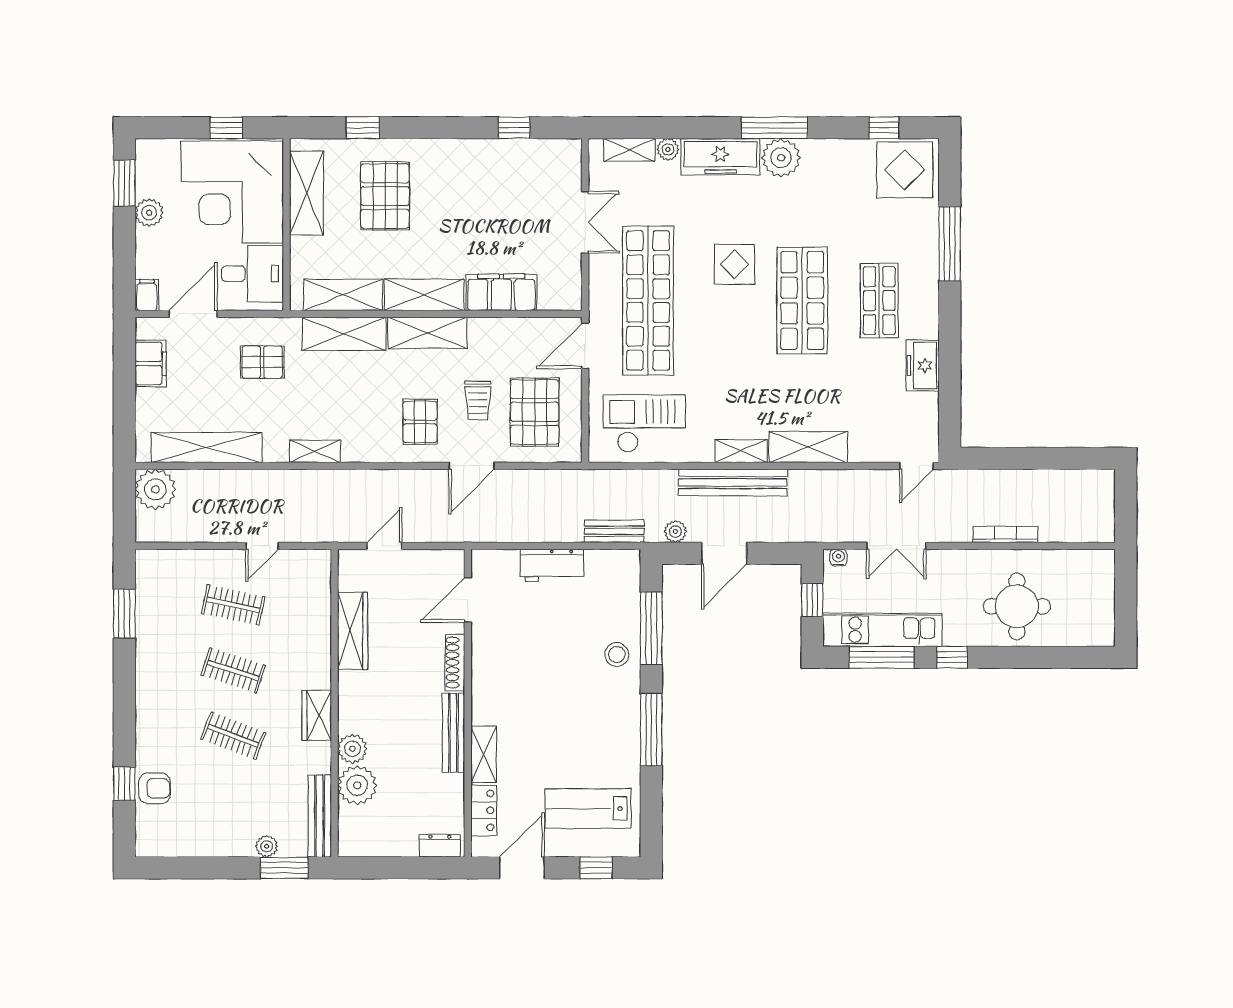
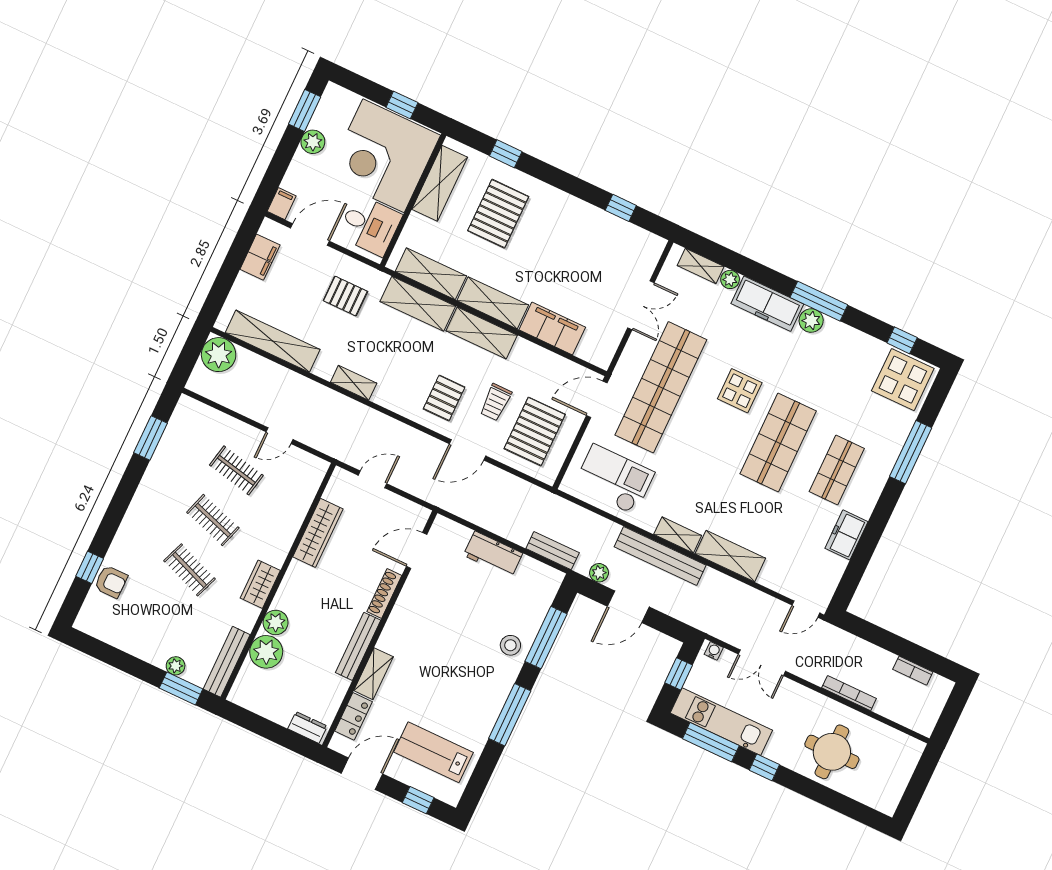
plant: (781, 158) -> (811, 321), width x0.73, depth x0.73
bookcase: (1063, 478) -> (913, 671), added

